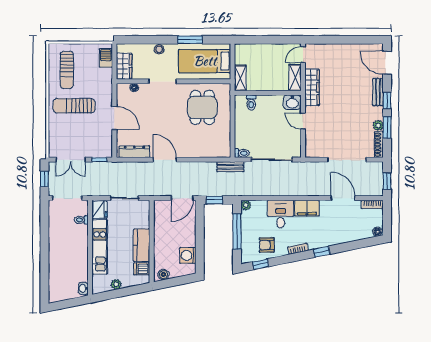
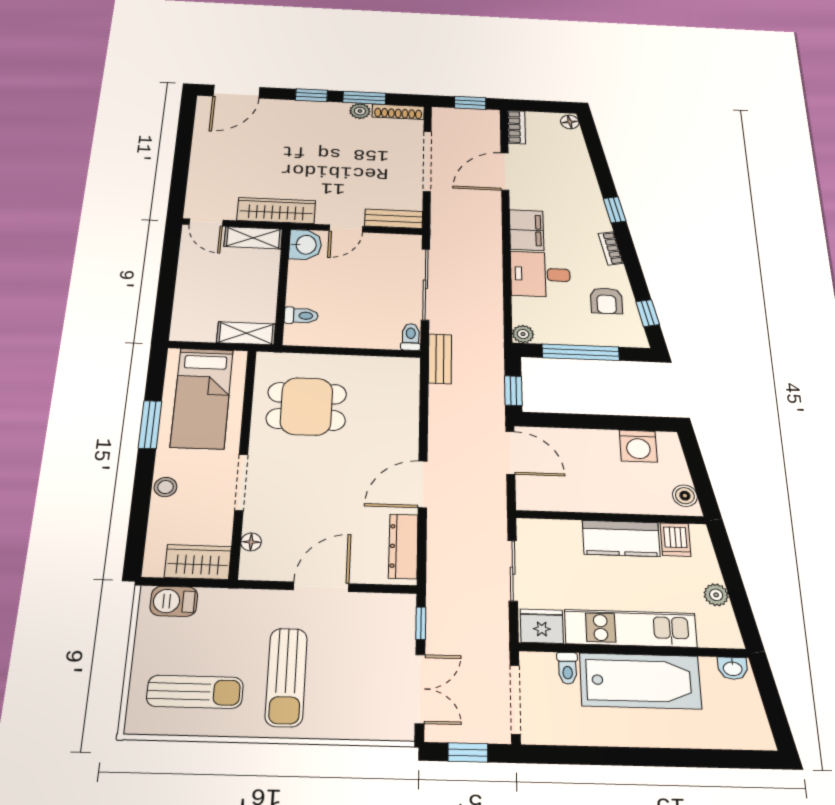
bench: (378, 92) -> (394, 219), moved
bathtub: (77, 250) -> (640, 681), added

